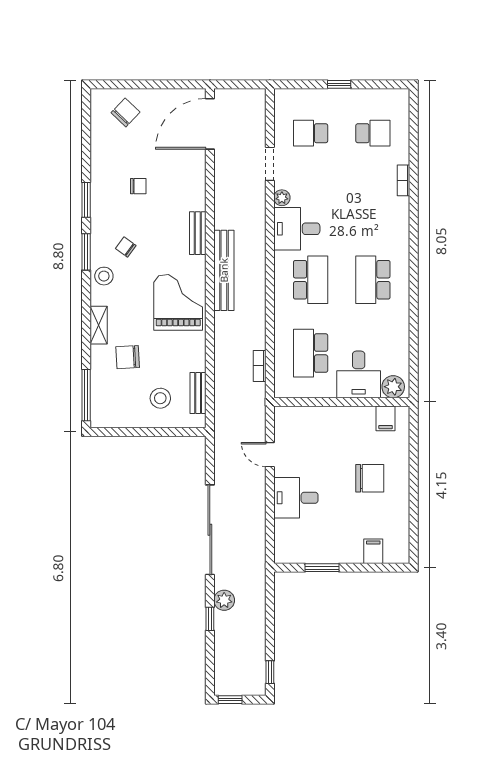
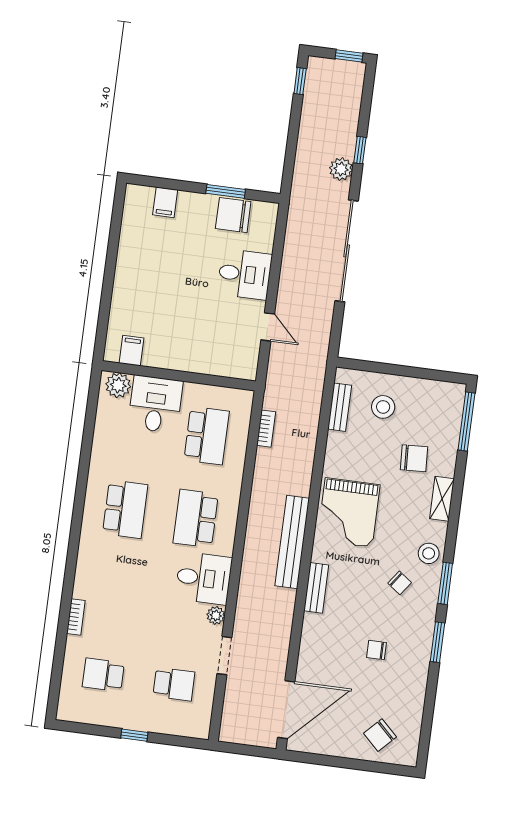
chair: (370, 478) -> (233, 215), moved

